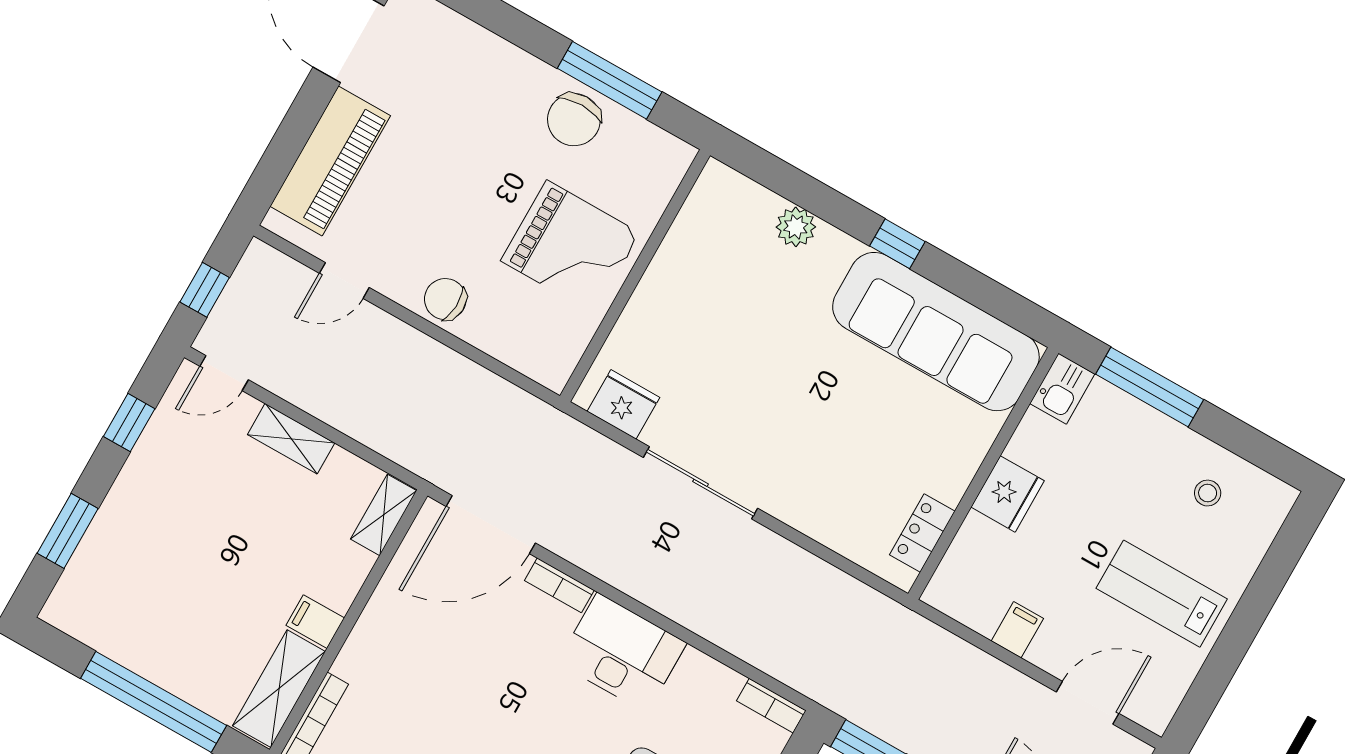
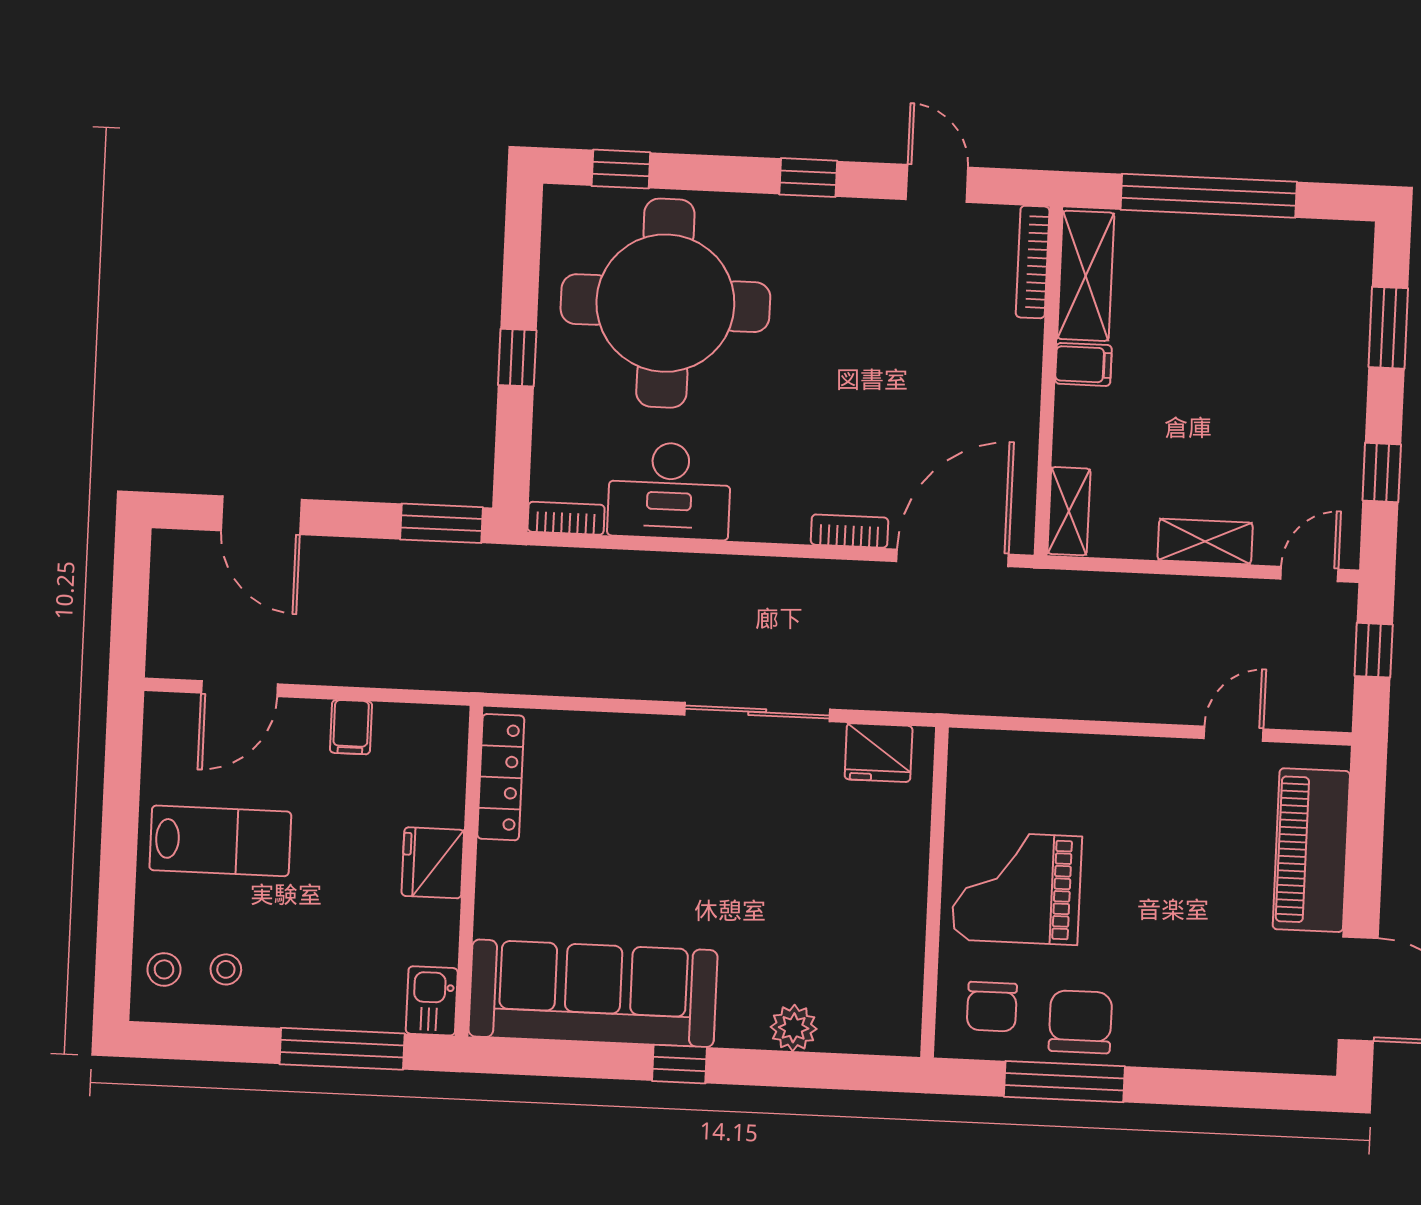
chair: (445, 299) -> (992, 1007), moved, turned 87
stool: (1255, 517) -> (164, 969), added
locker: (922, 533) -> (501, 777), width x1.53
desk: (622, 653) -> (669, 491), moved

